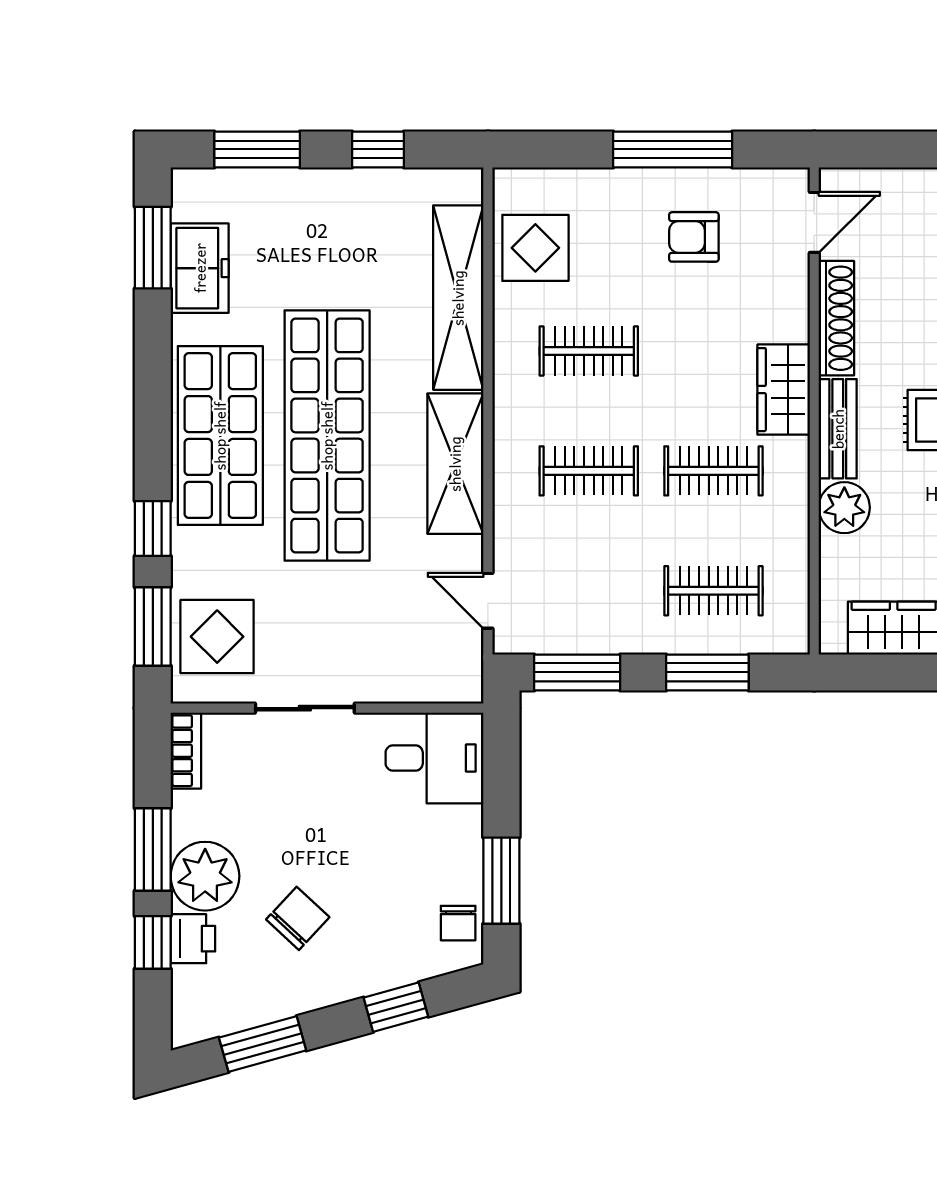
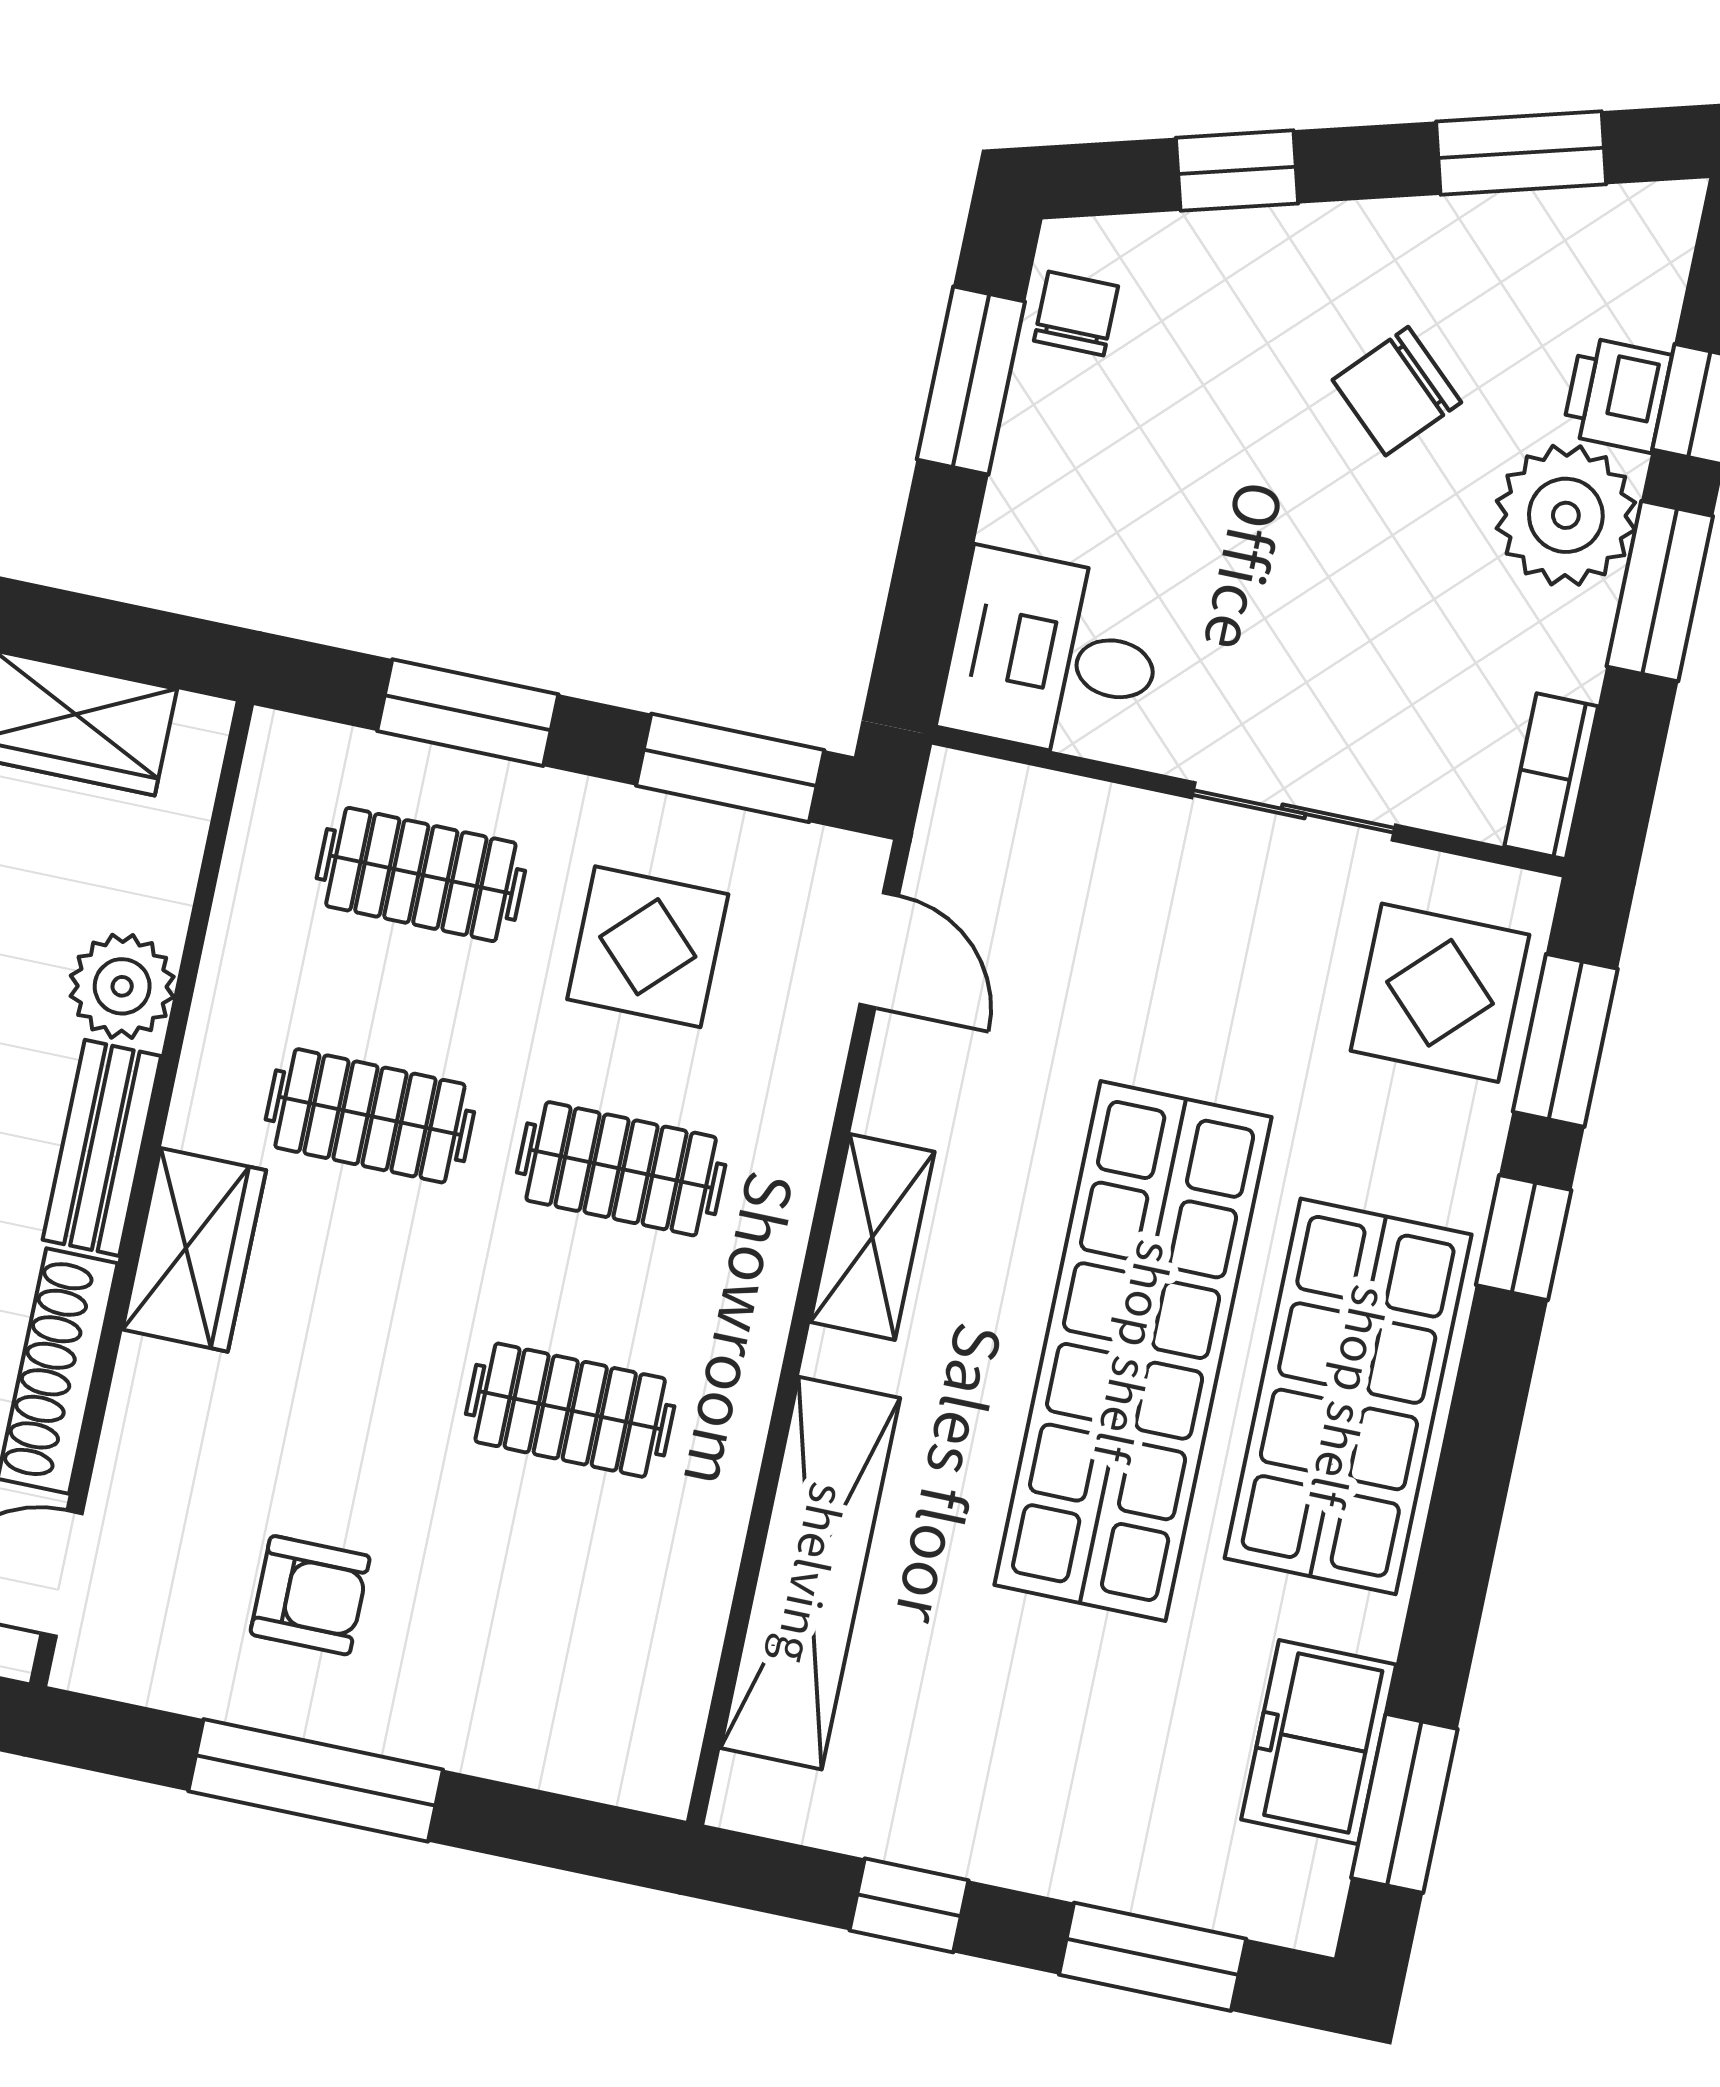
display table: (535, 248) -> (648, 947), moved
shelving: (455, 464) -> (872, 1237), width x0.67, depth x0.75

